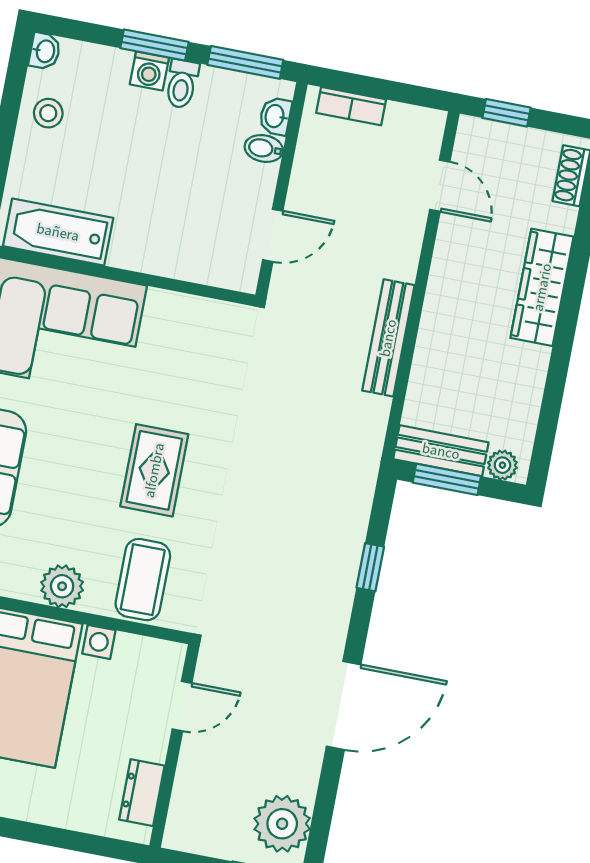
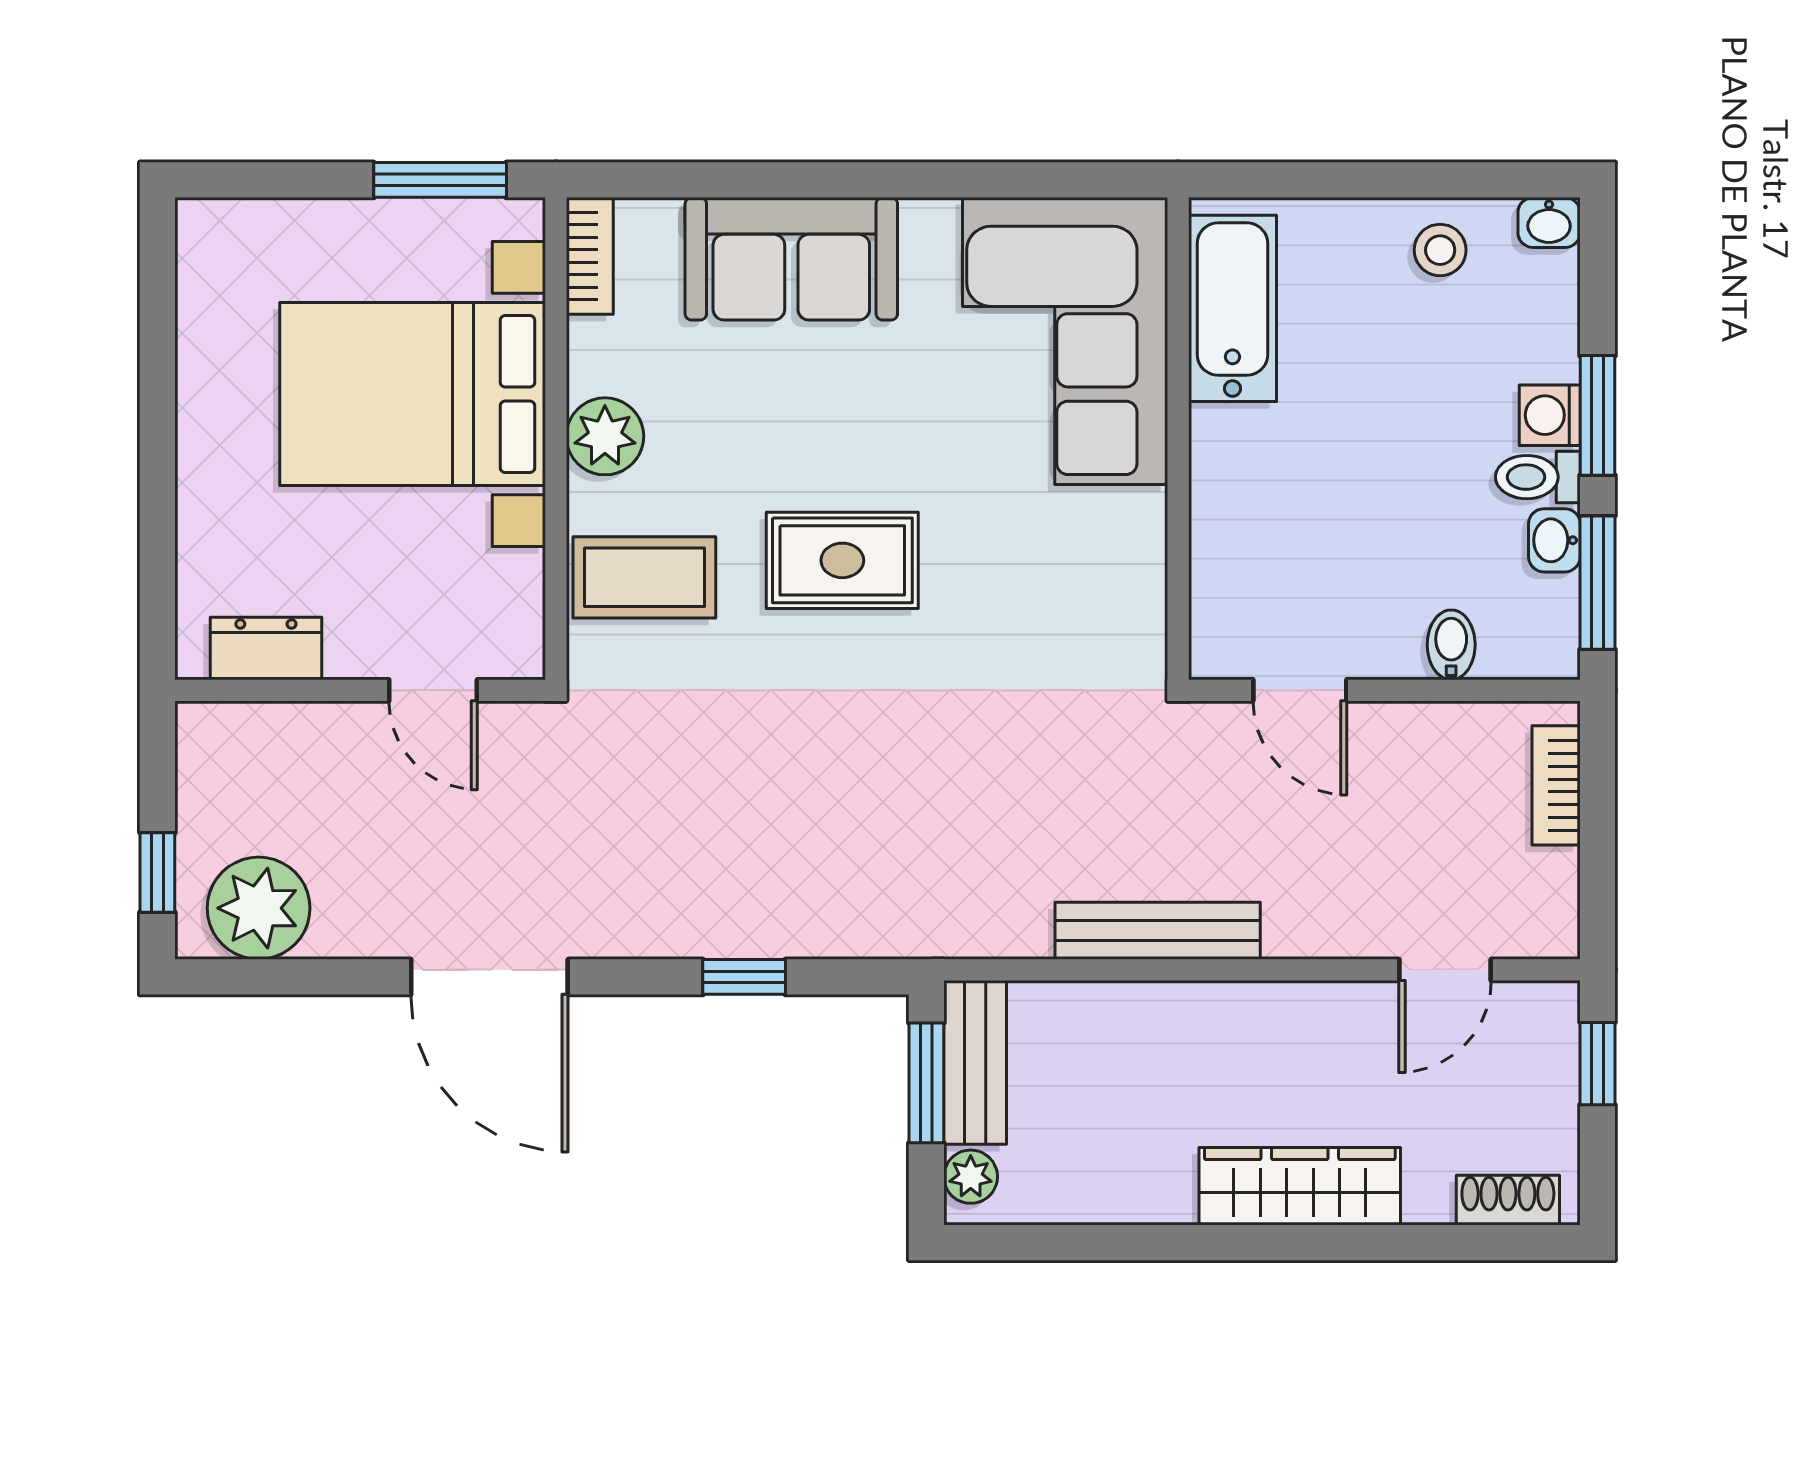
washbasin: (275, 116) -> (1554, 540), moved, turned -90

